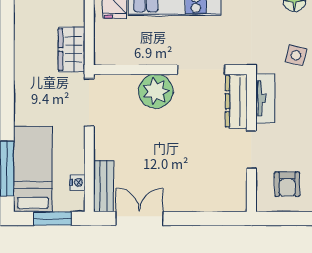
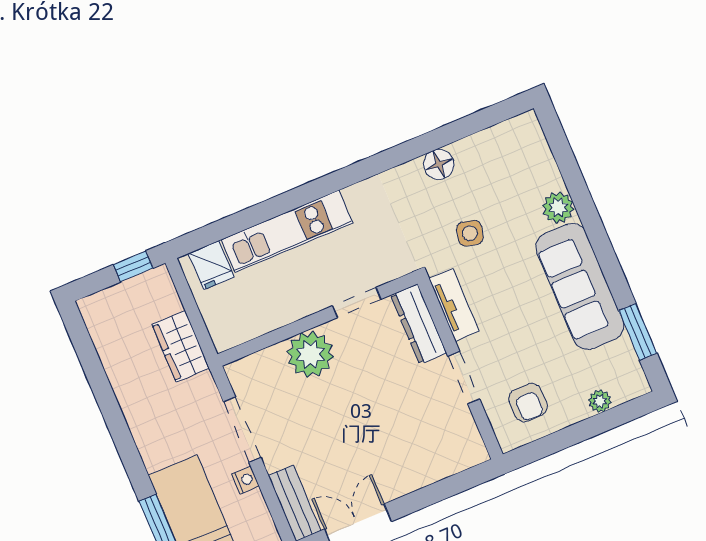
doorway: (201, 70) -> (357, 302), width x0.73
doorway: (89, 102) -> (242, 430), moved
nightstand: (77, 182) -> (245, 480), moved

